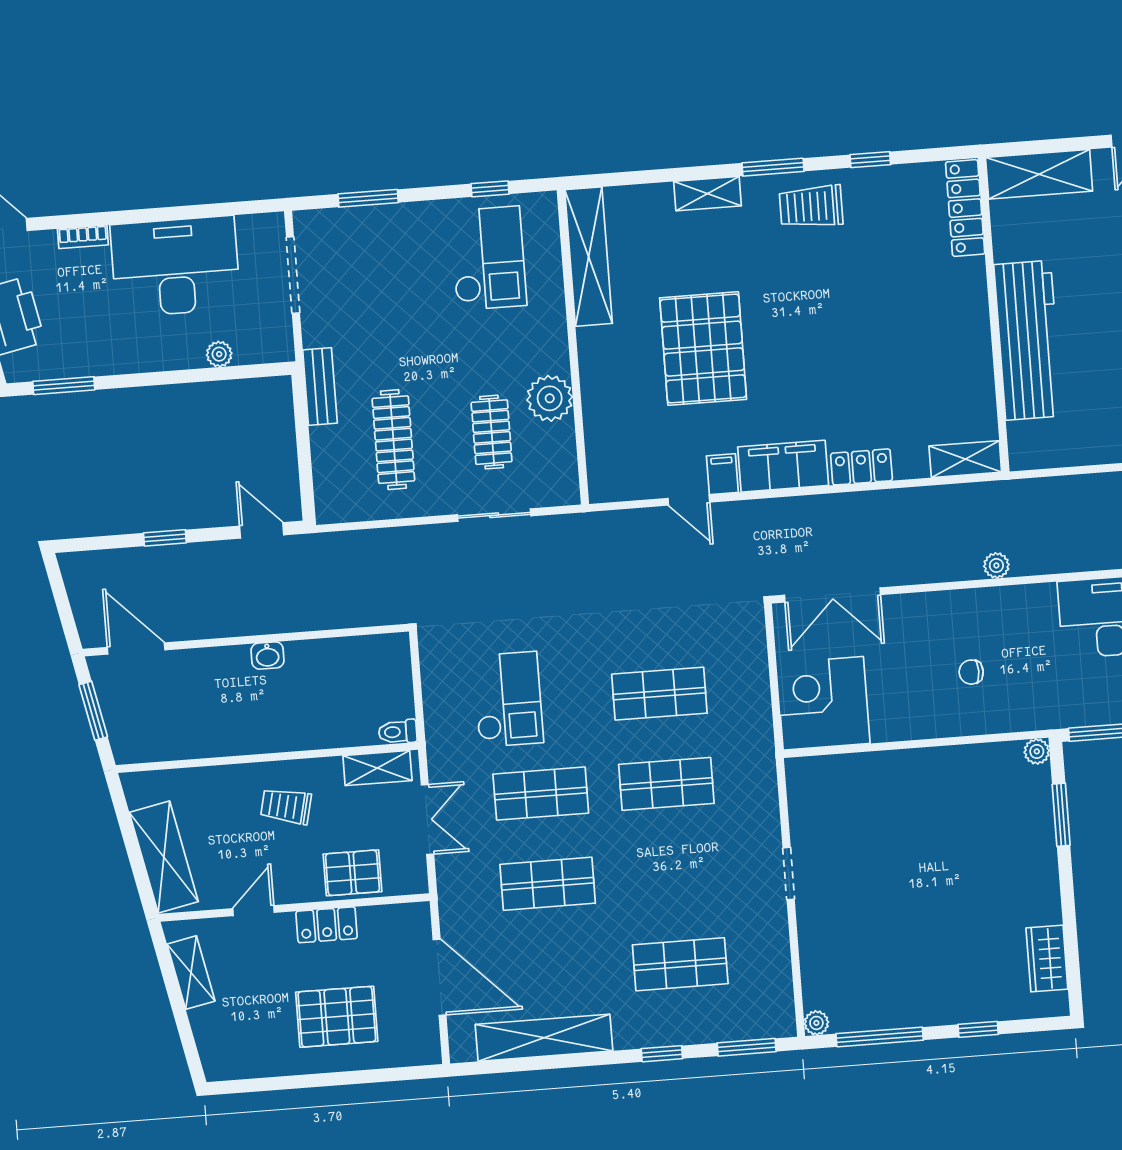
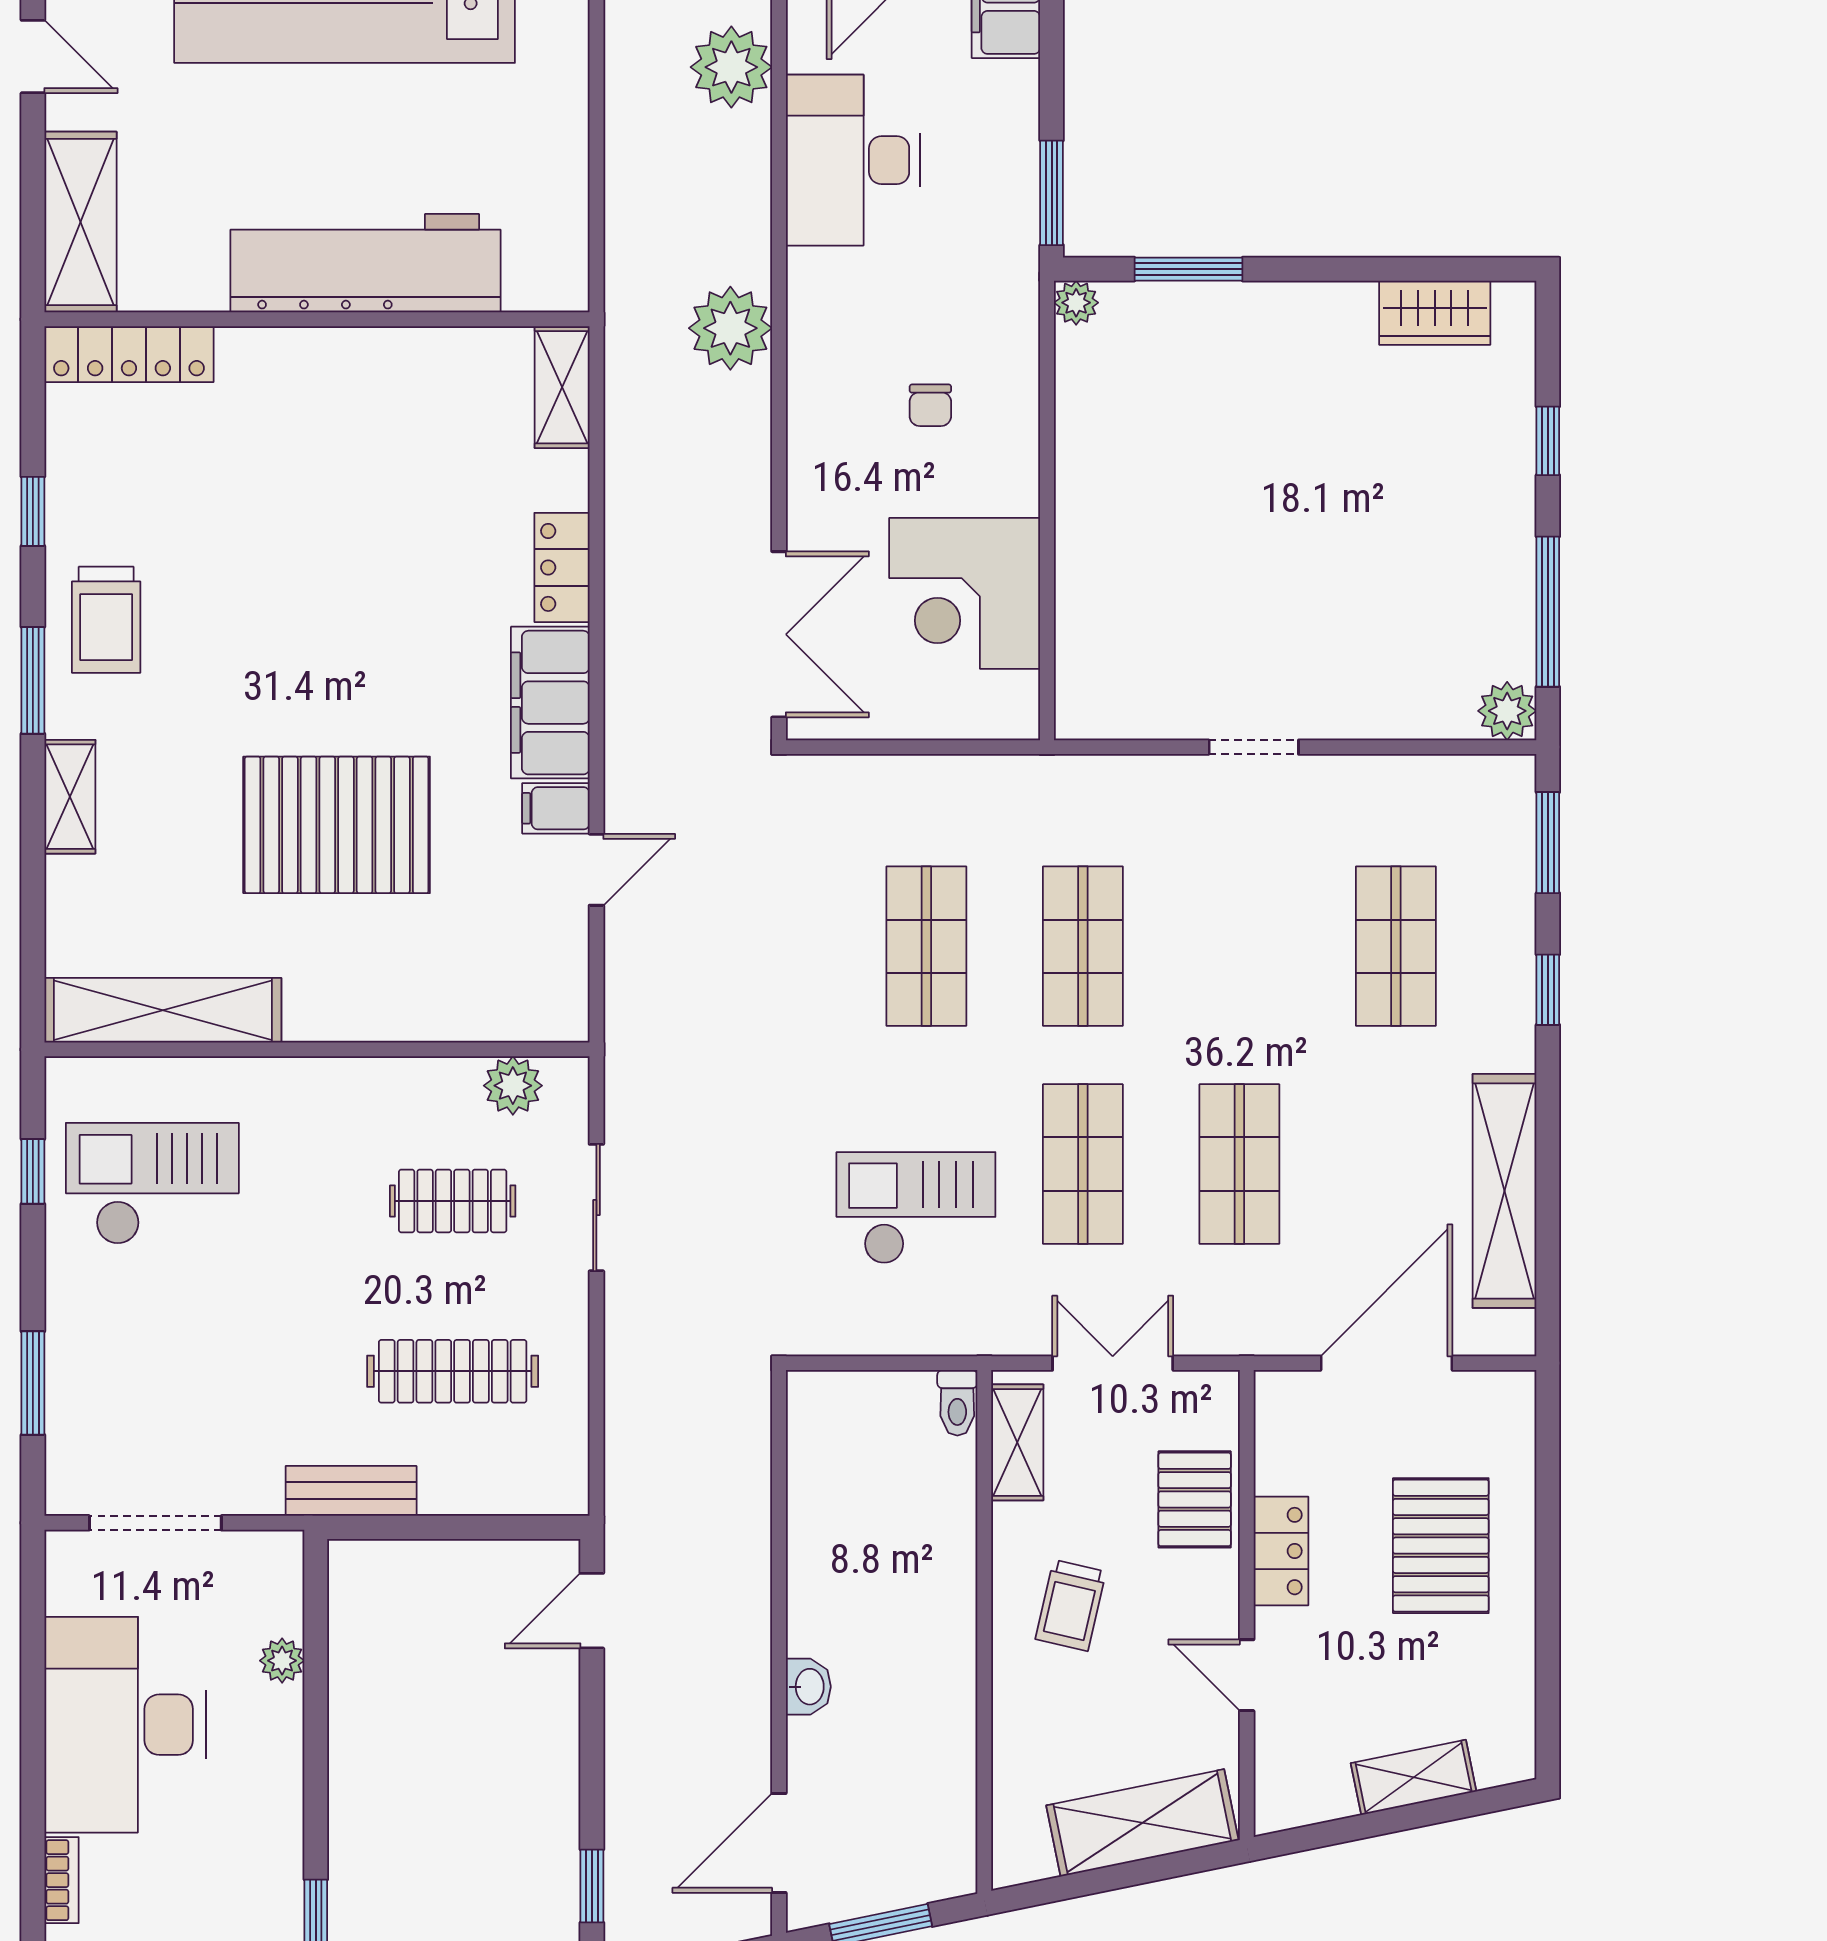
plant: (550, 398) -> (513, 1086), moved, width x0.73, depth x0.73
window: (165, 538) -> (592, 1886), moved
plant: (996, 565) -> (730, 328), width x1.88, depth x1.88
washbasin: (268, 655) -> (808, 1687), moved
corner desk: (823, 703) -> (965, 593), moved
shelving: (191, 973) -> (1414, 1777), moved
plant: (816, 1023) -> (1507, 711), width x1.38, depth x1.38

